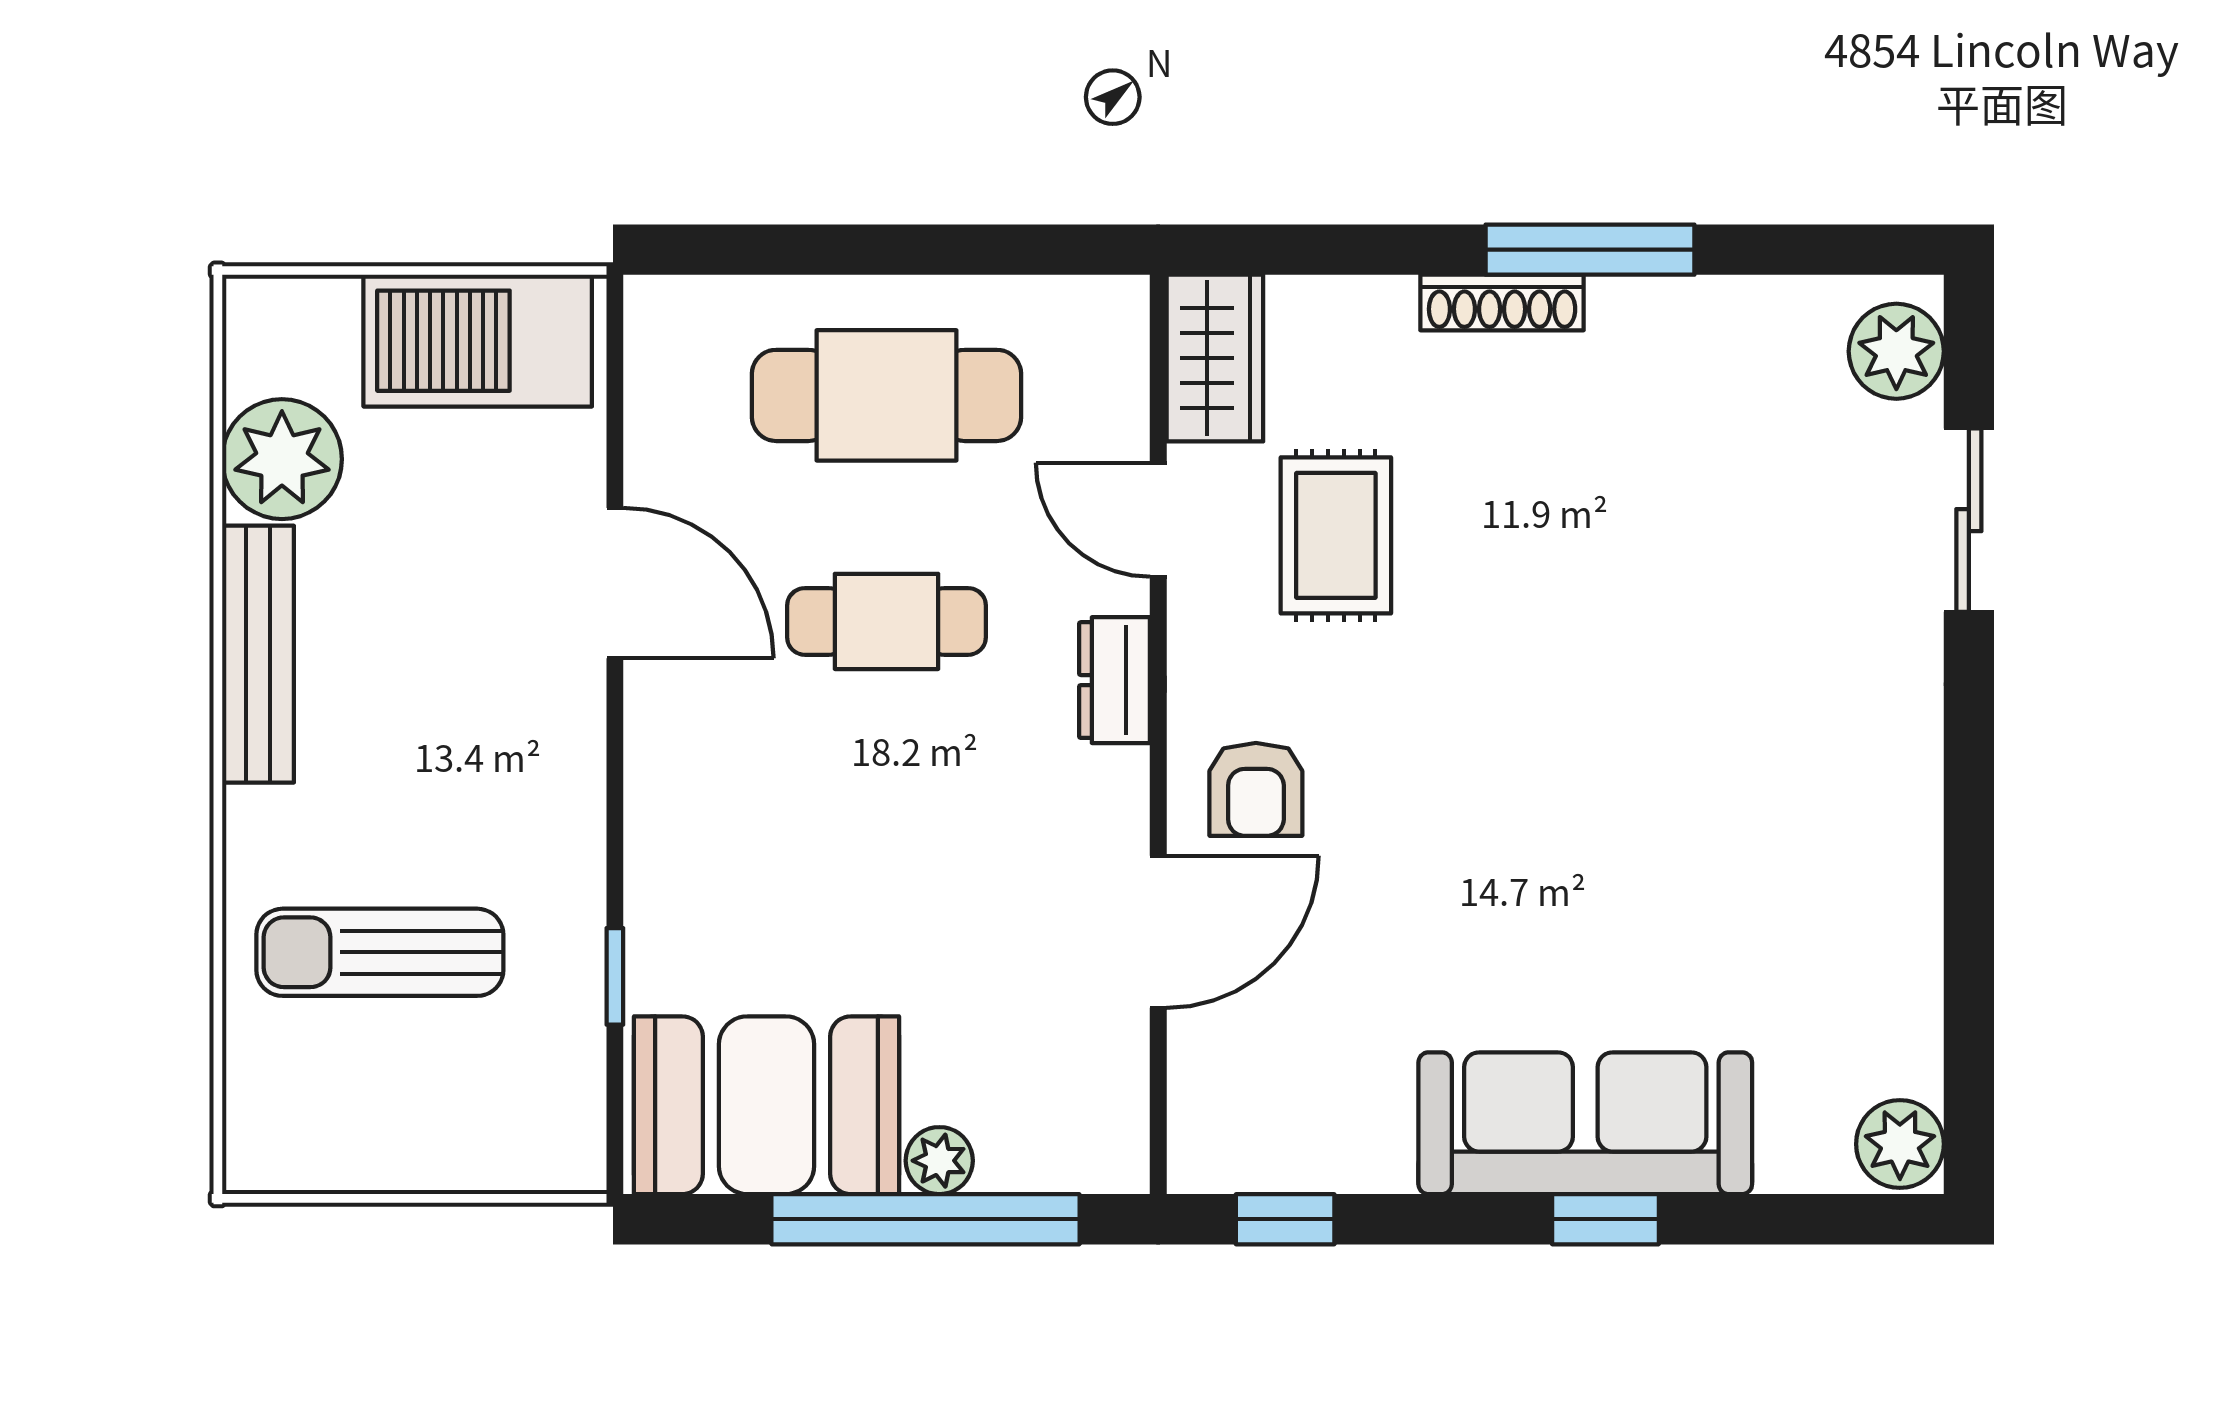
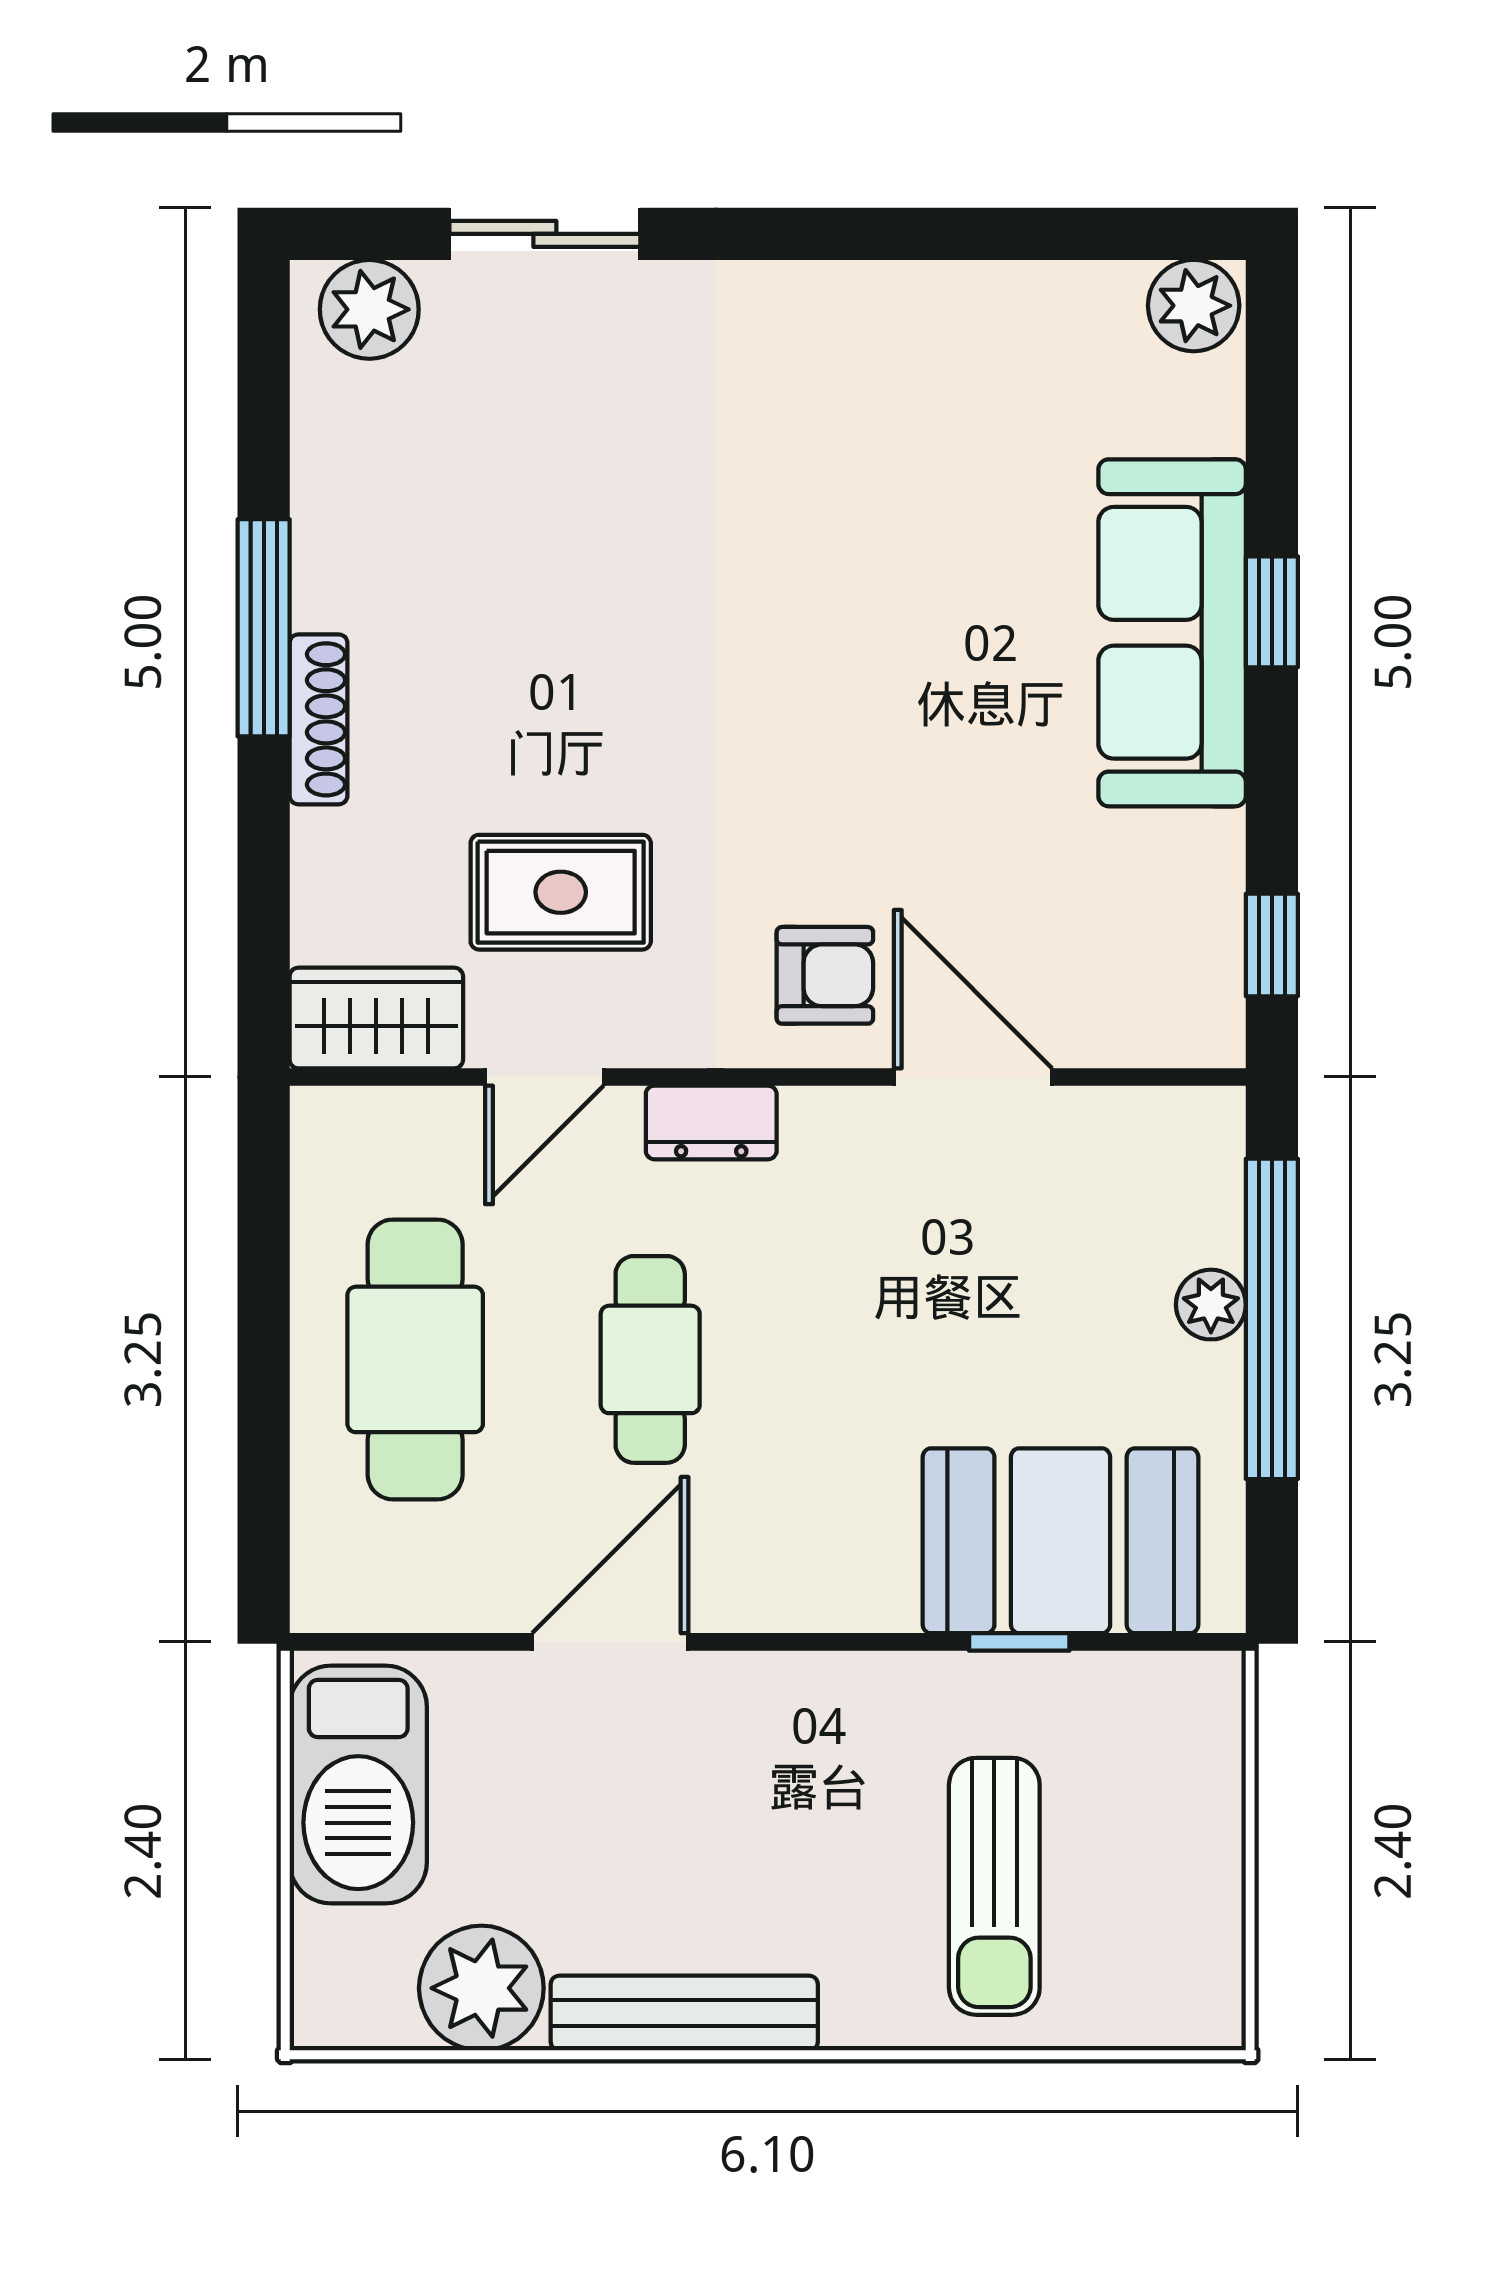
booth: (767, 1105) -> (1061, 1541), moved, turned 90

